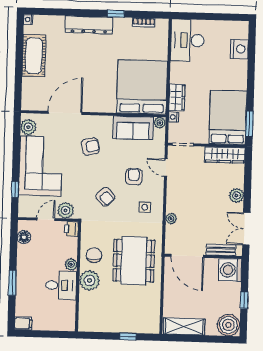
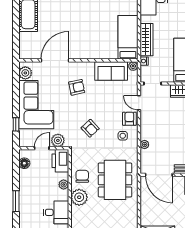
bed: (142, 87) -> (128, 37), width x0.49
wardrobe: (177, 98) -> (146, 40), width x1.50
armchair: (134, 177) -> (129, 119), moved
printer: (71, 229) -> (60, 161), width x1.87, depth x1.48
desk: (61, 285) -> (56, 212), moved

